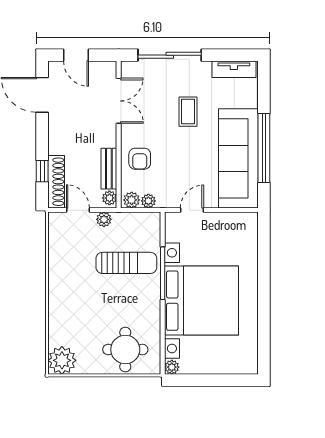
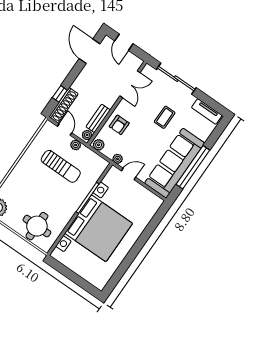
plant: (148, 201) -> (118, 159), moved
sun lounger: (126, 263) -> (61, 166), moved
plant: (172, 367) -> (56, 254), removed

